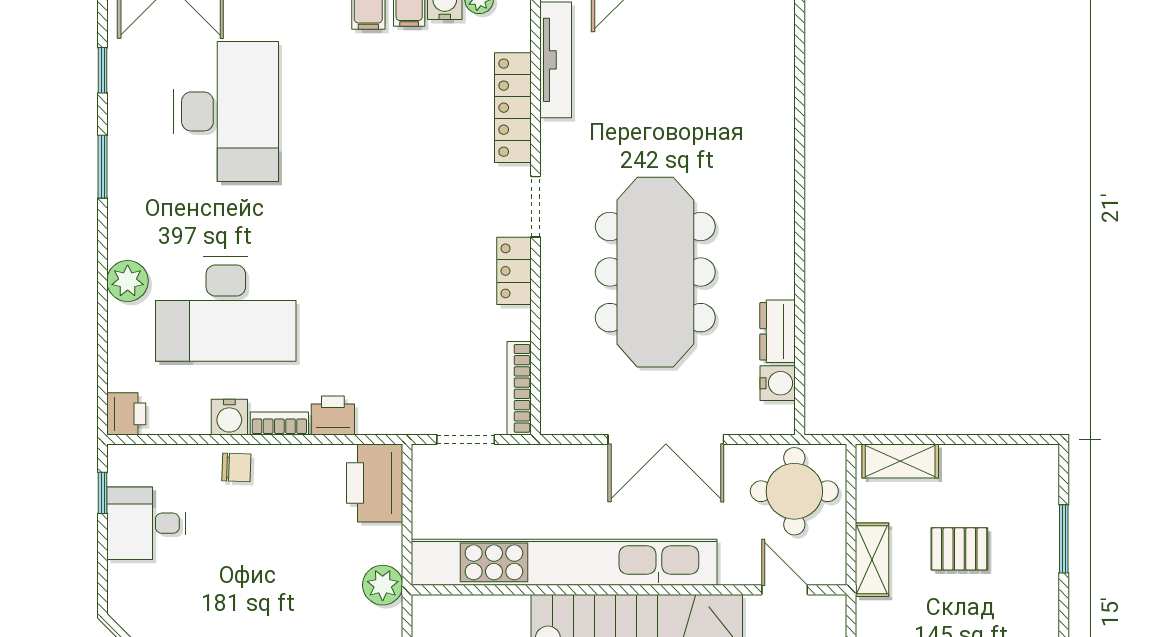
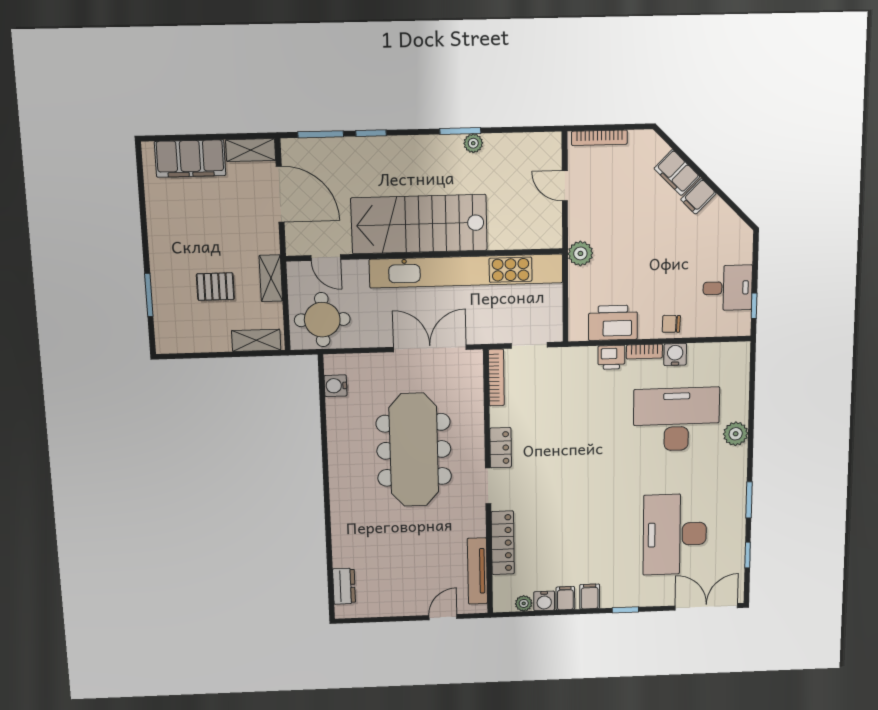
dresser: (778, 331) -> (344, 586), moved
printer: (126, 414) -> (738, 354), removed
double door: (666, 439) -> (430, 348), moved
printer: (375, 483) -> (613, 323), moved, turned -90

